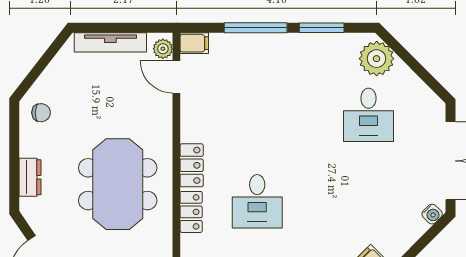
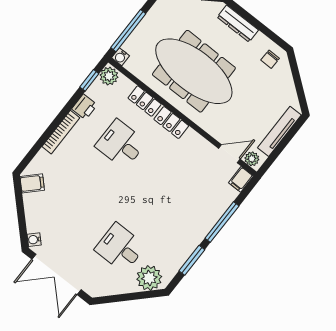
dresser: (30, 177) -> (238, 24), width x1.44
meeting table: (118, 184) -> (194, 71), width x1.36

